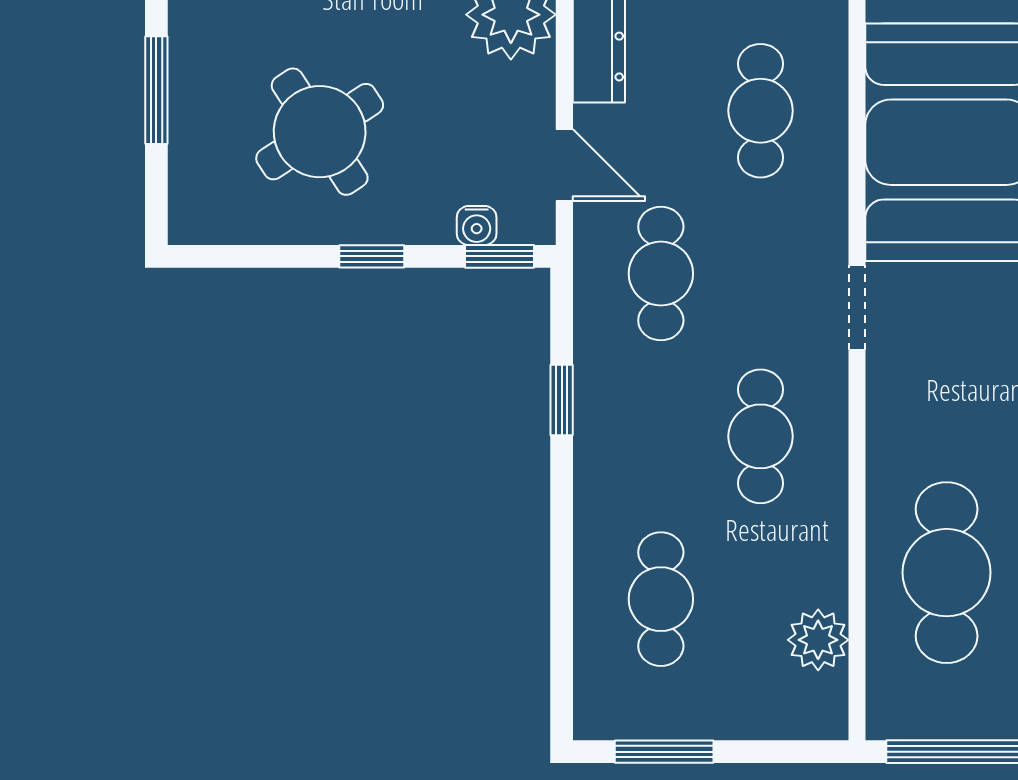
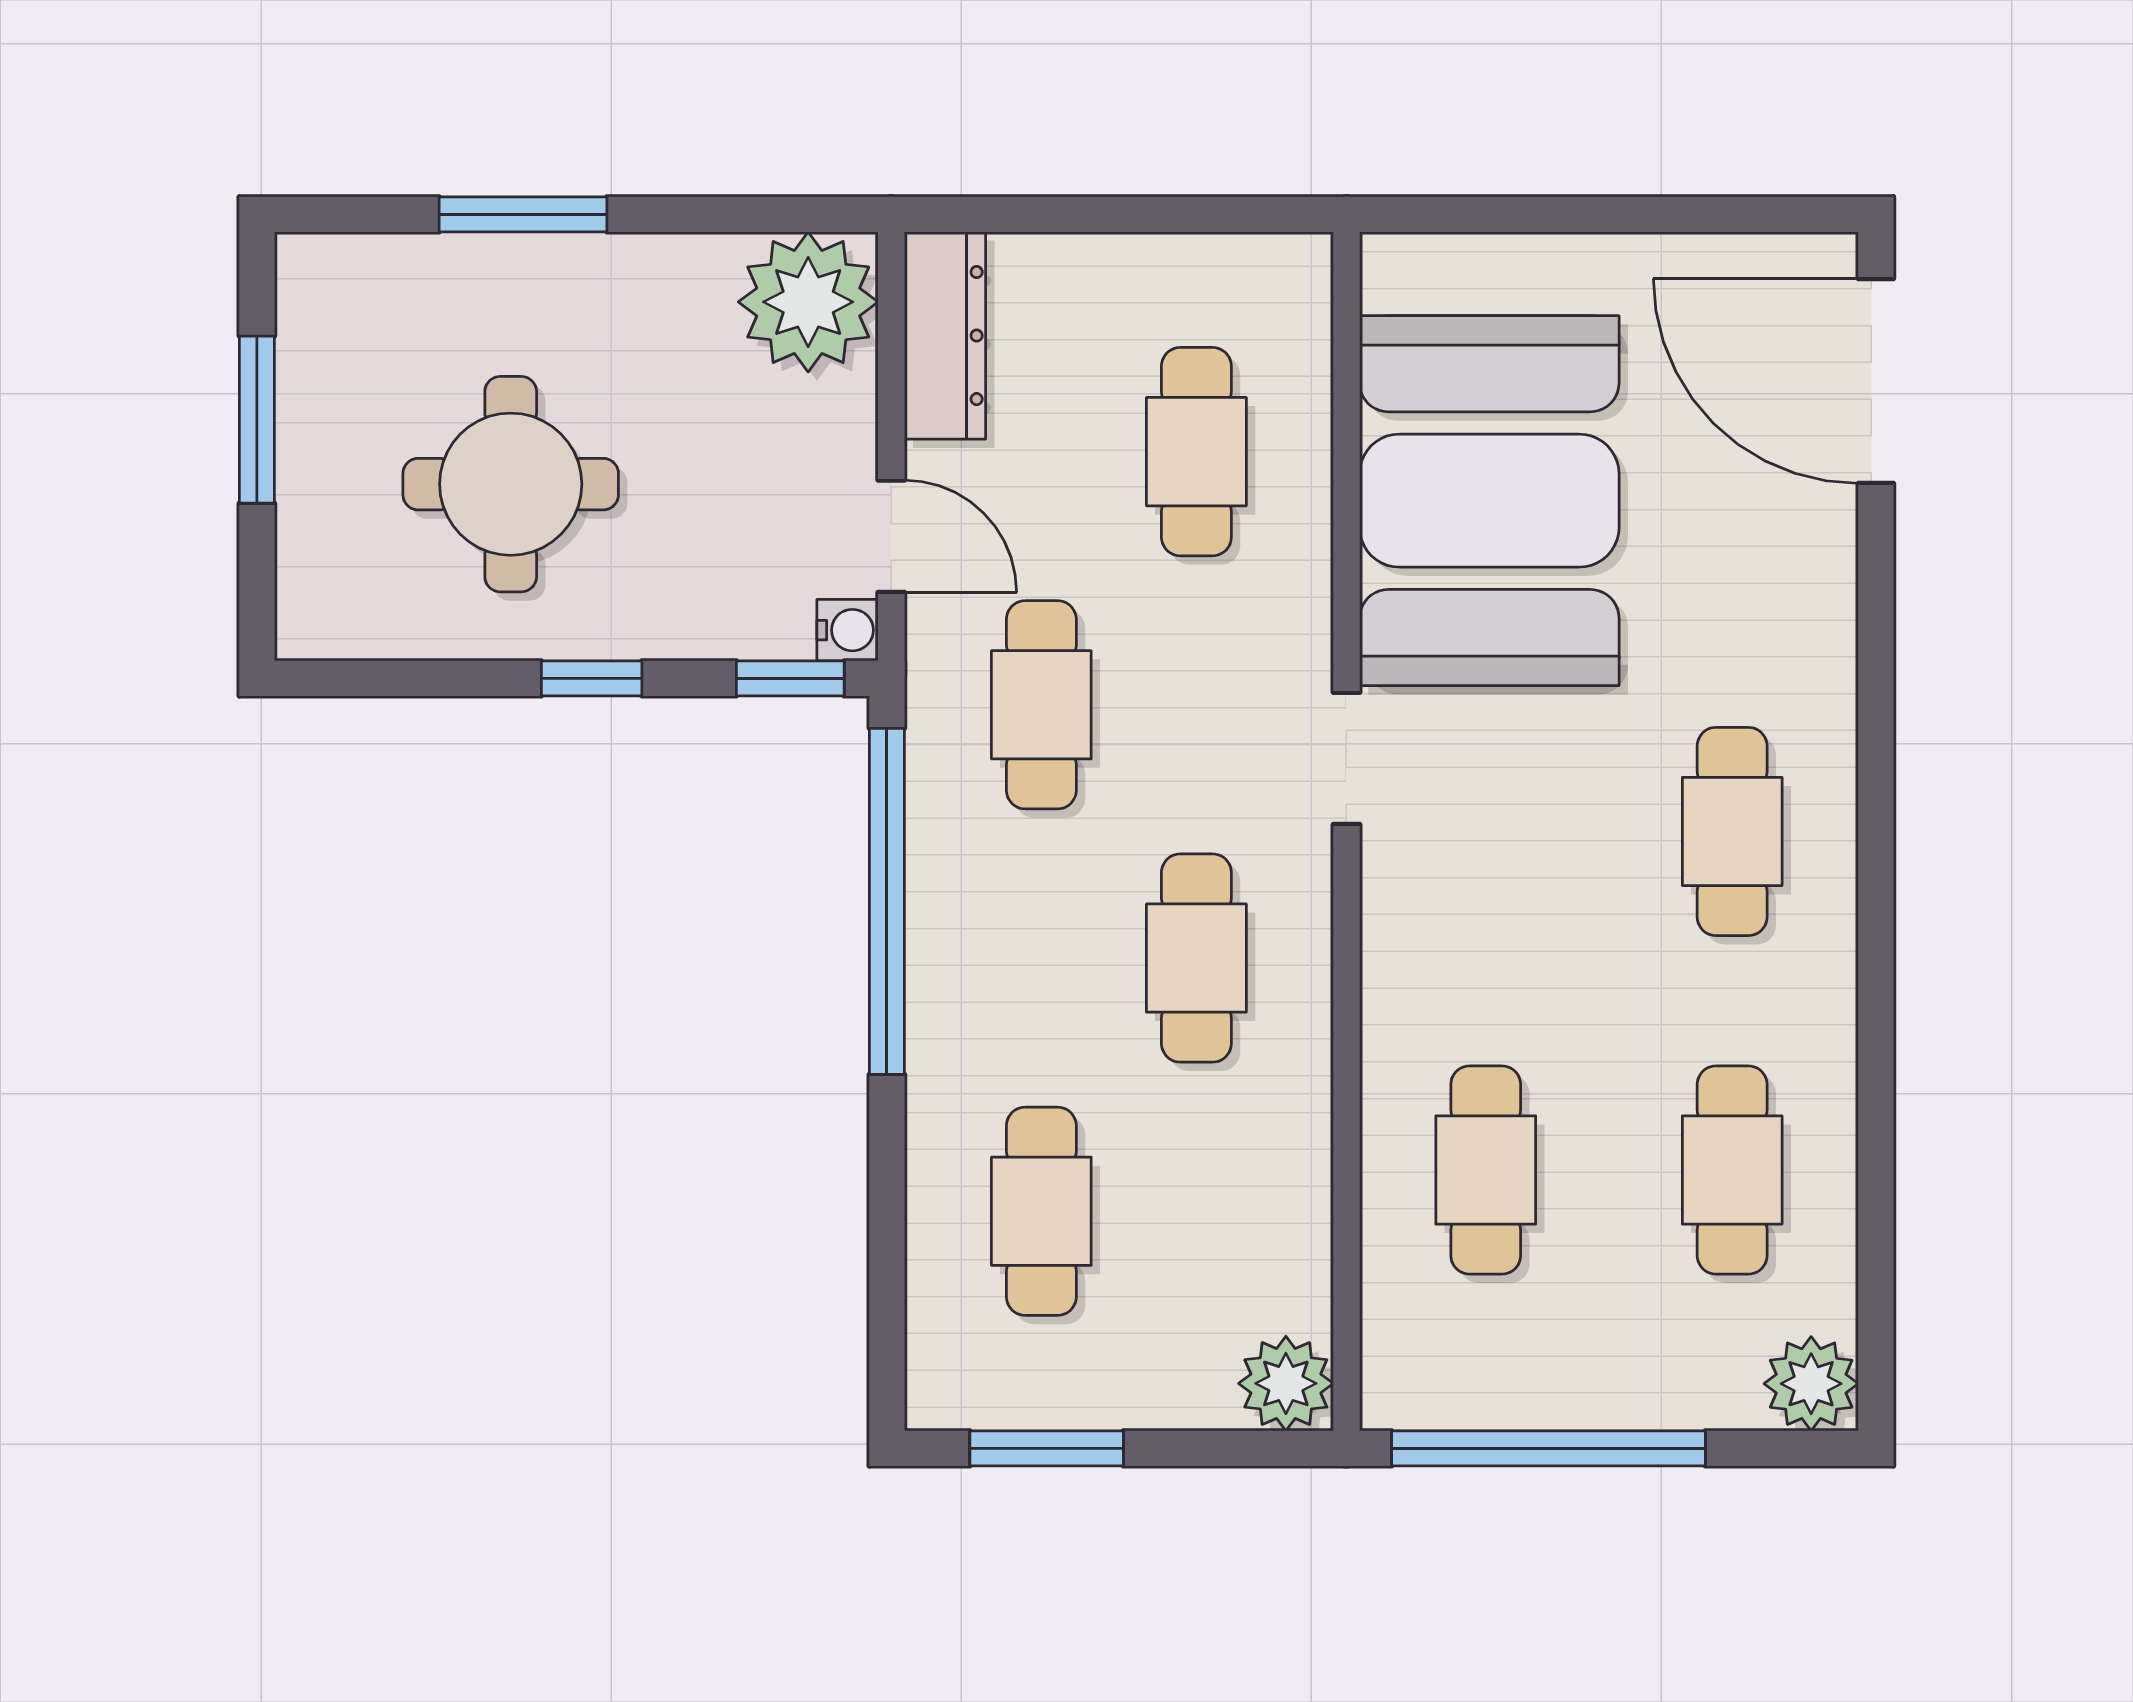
round table: (320, 132) -> (511, 484), turned 33
water cooler: (477, 225) -> (848, 630), moved, turned -90
window: (562, 400) -> (887, 901), width x3.17
cafe table: (947, 573) -> (1486, 1170), width x0.73, depth x0.74
plant: (818, 640) -> (1286, 1383), moved

